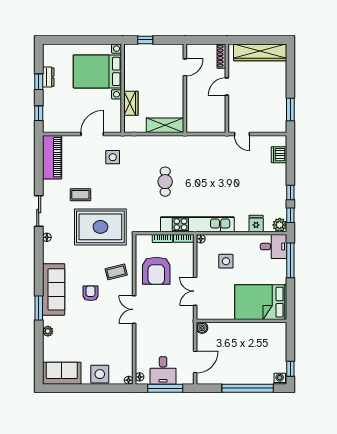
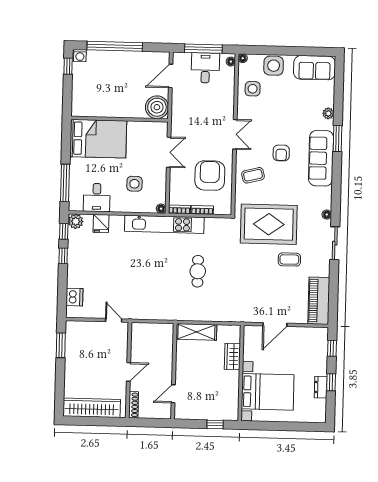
side table: (113, 157) -> (253, 89), moved
desk: (273, 247) -> (97, 198), moved, turned -90
boiler: (202, 328) -> (157, 107), width x1.86, depth x1.86

